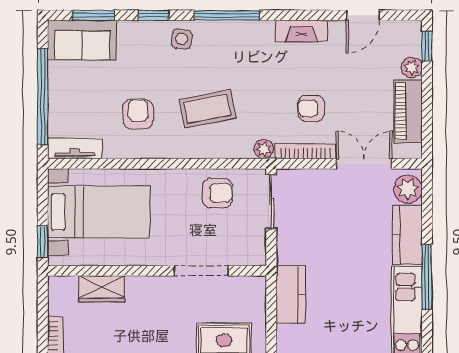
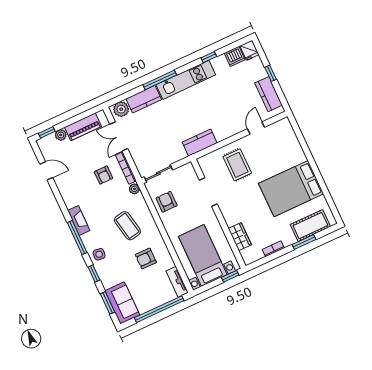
fireplace: (302, 31) -> (79, 220), moved

